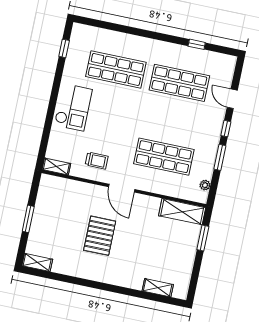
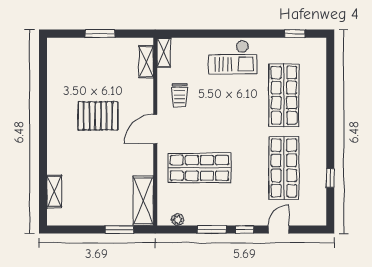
shop shelf: (164, 157) -> (199, 168), turned 90
shelving: (37, 262) -> (146, 62), moved

